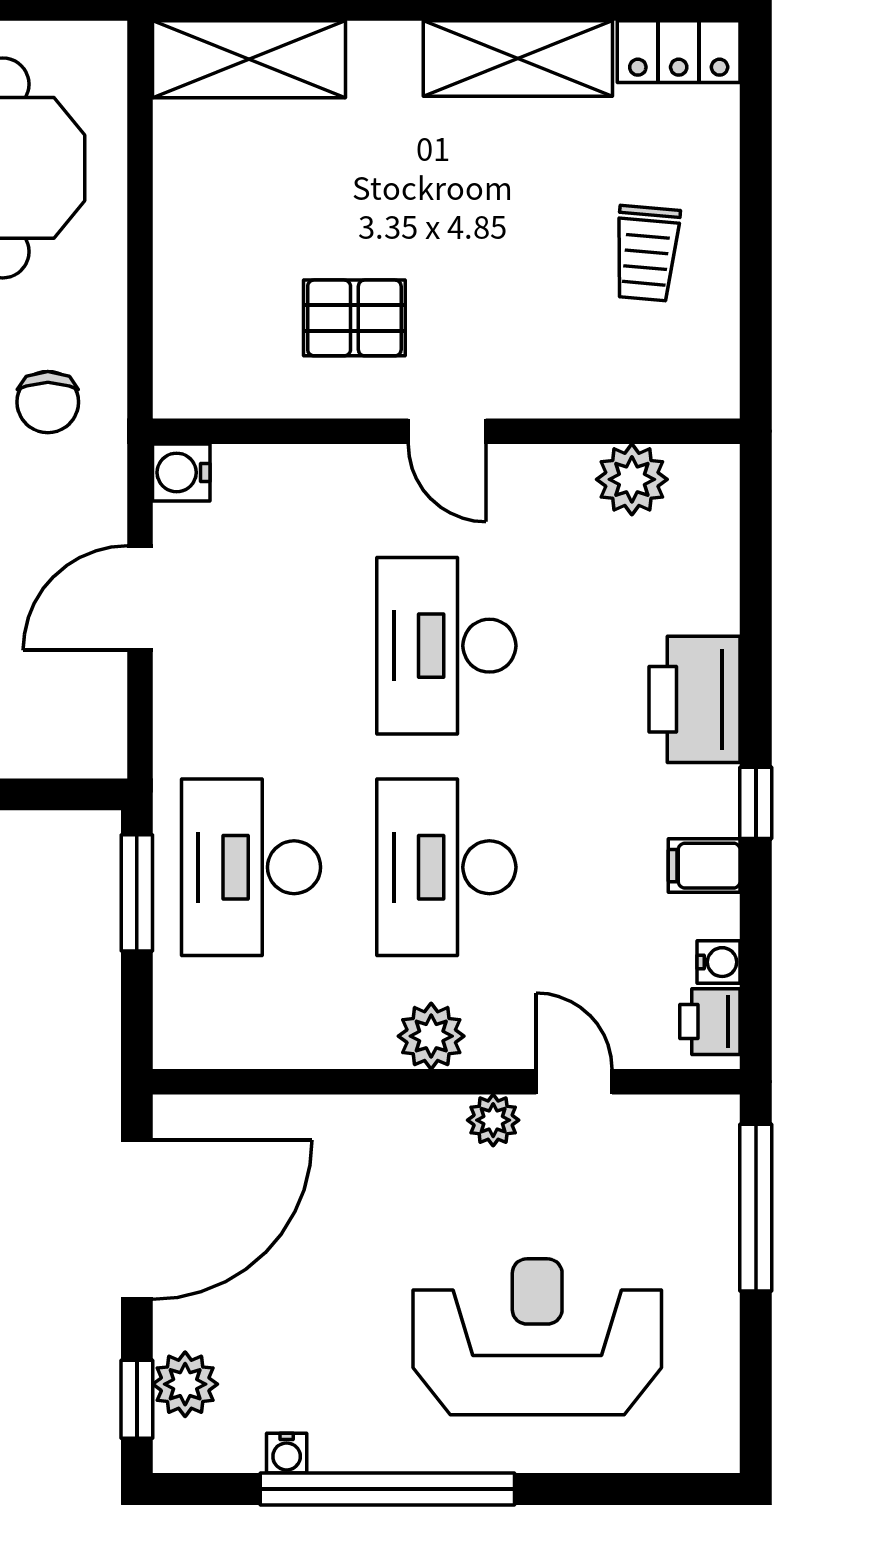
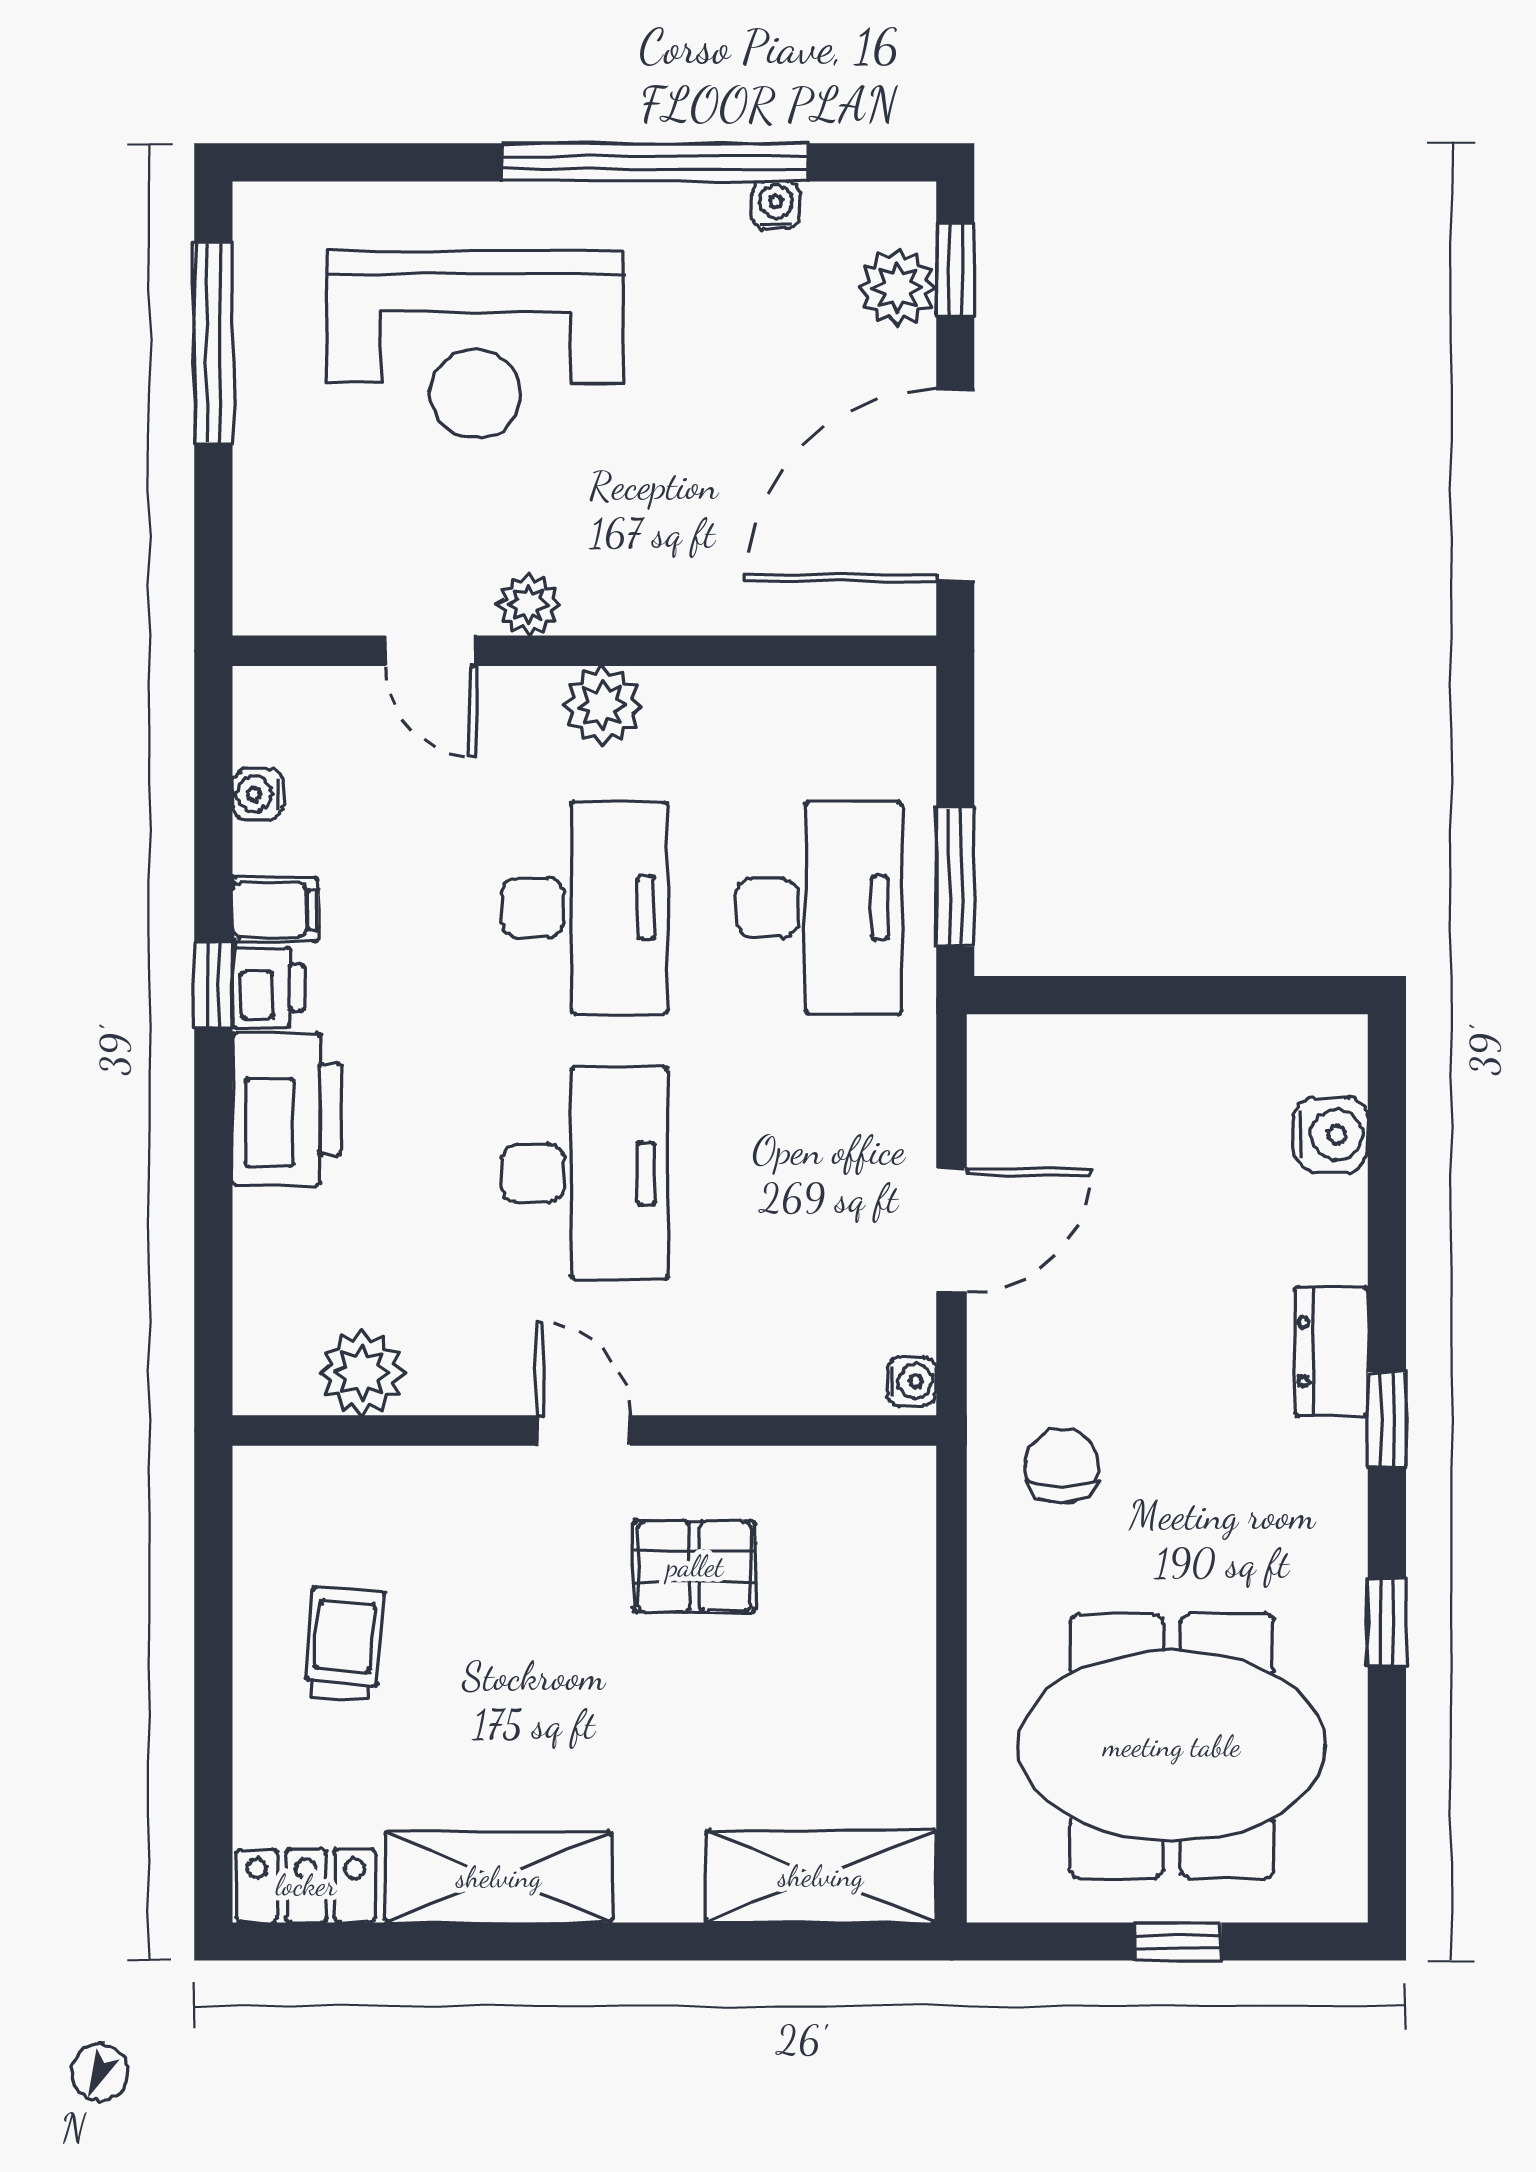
water cooler: (181, 472) -> (912, 1381), width x0.72, depth x0.72
printer: (710, 1022) -> (268, 988), moved
window: (756, 1208) -> (213, 343), moved

